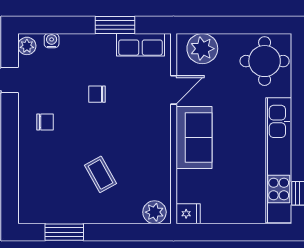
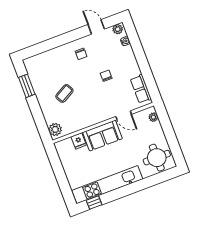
window: (115, 25) -> (146, 72), removed
plant: (202, 49) -> (153, 117), width x0.53, depth x0.53
fridge: (188, 214) -> (79, 141), moved

